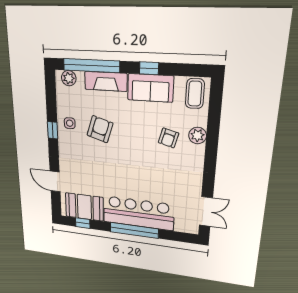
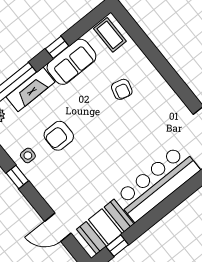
armchair: (100, 129) -> (59, 136), turned -107
plant: (198, 135) -> (142, 66), removed
window: (134, 230) -> (168, 204), removed

